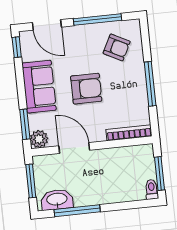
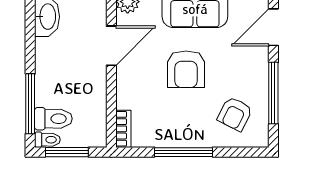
bookcase: (129, 133) -> (123, 129), width x0.64
toilet: (135, 187) -> (53, 119), added
window: (77, 211) -> (30, 104), moved

